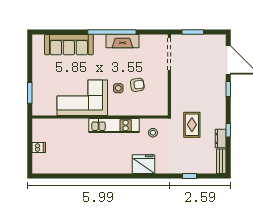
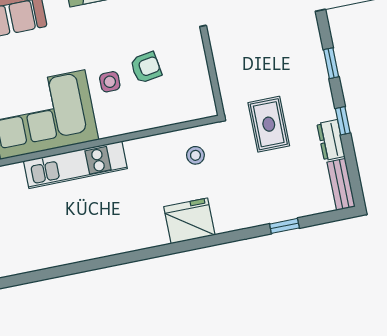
window: (228, 89) -> (331, 63), moved
kitchen unit: (114, 125) -> (75, 165), moved

